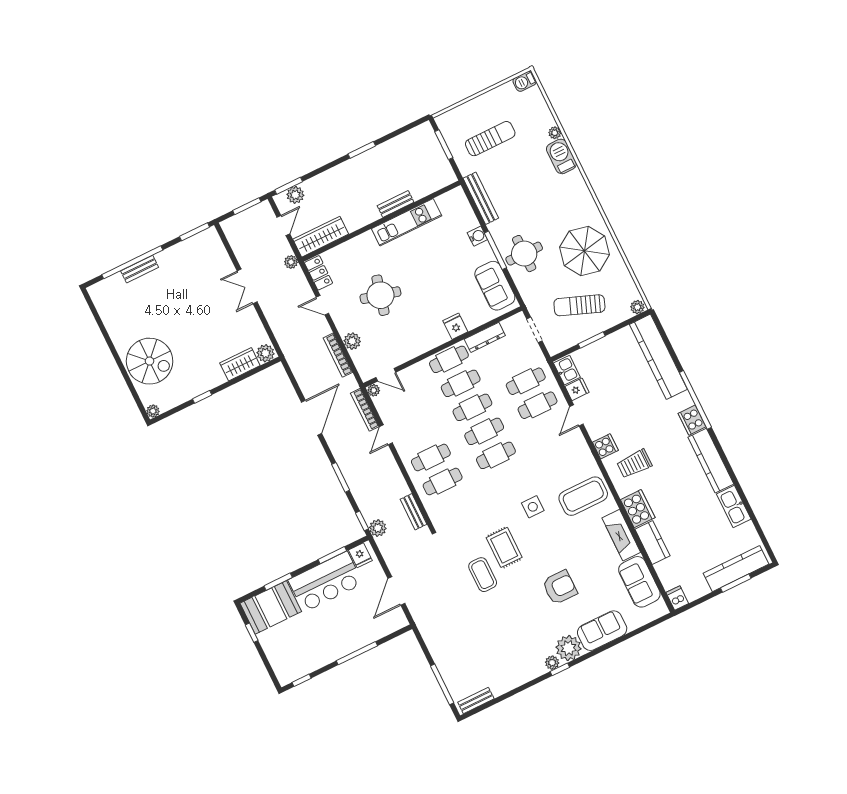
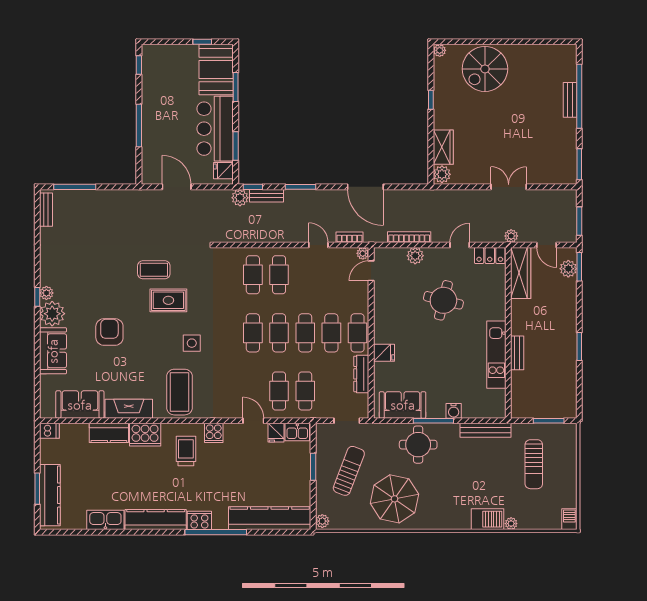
bookcase: (365, 410) -> (349, 237), width x0.64
bench: (413, 512) -> (266, 196), moved
armchair: (560, 587) -> (109, 332), turned 180

